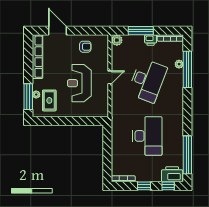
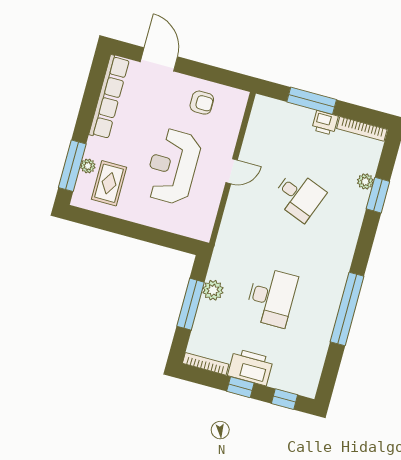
plant: (117, 40) -> (213, 290), moved
window: (187, 69) -> (378, 195), width x0.47
desk: (147, 81) -> (299, 196), width x0.53, depth x0.77
desk: (147, 136) -> (271, 297), width x0.73, depth x0.77
window: (107, 151) -> (190, 304), added
window: (187, 155) -> (347, 309), moved
printer: (172, 174) -> (250, 367), moved

